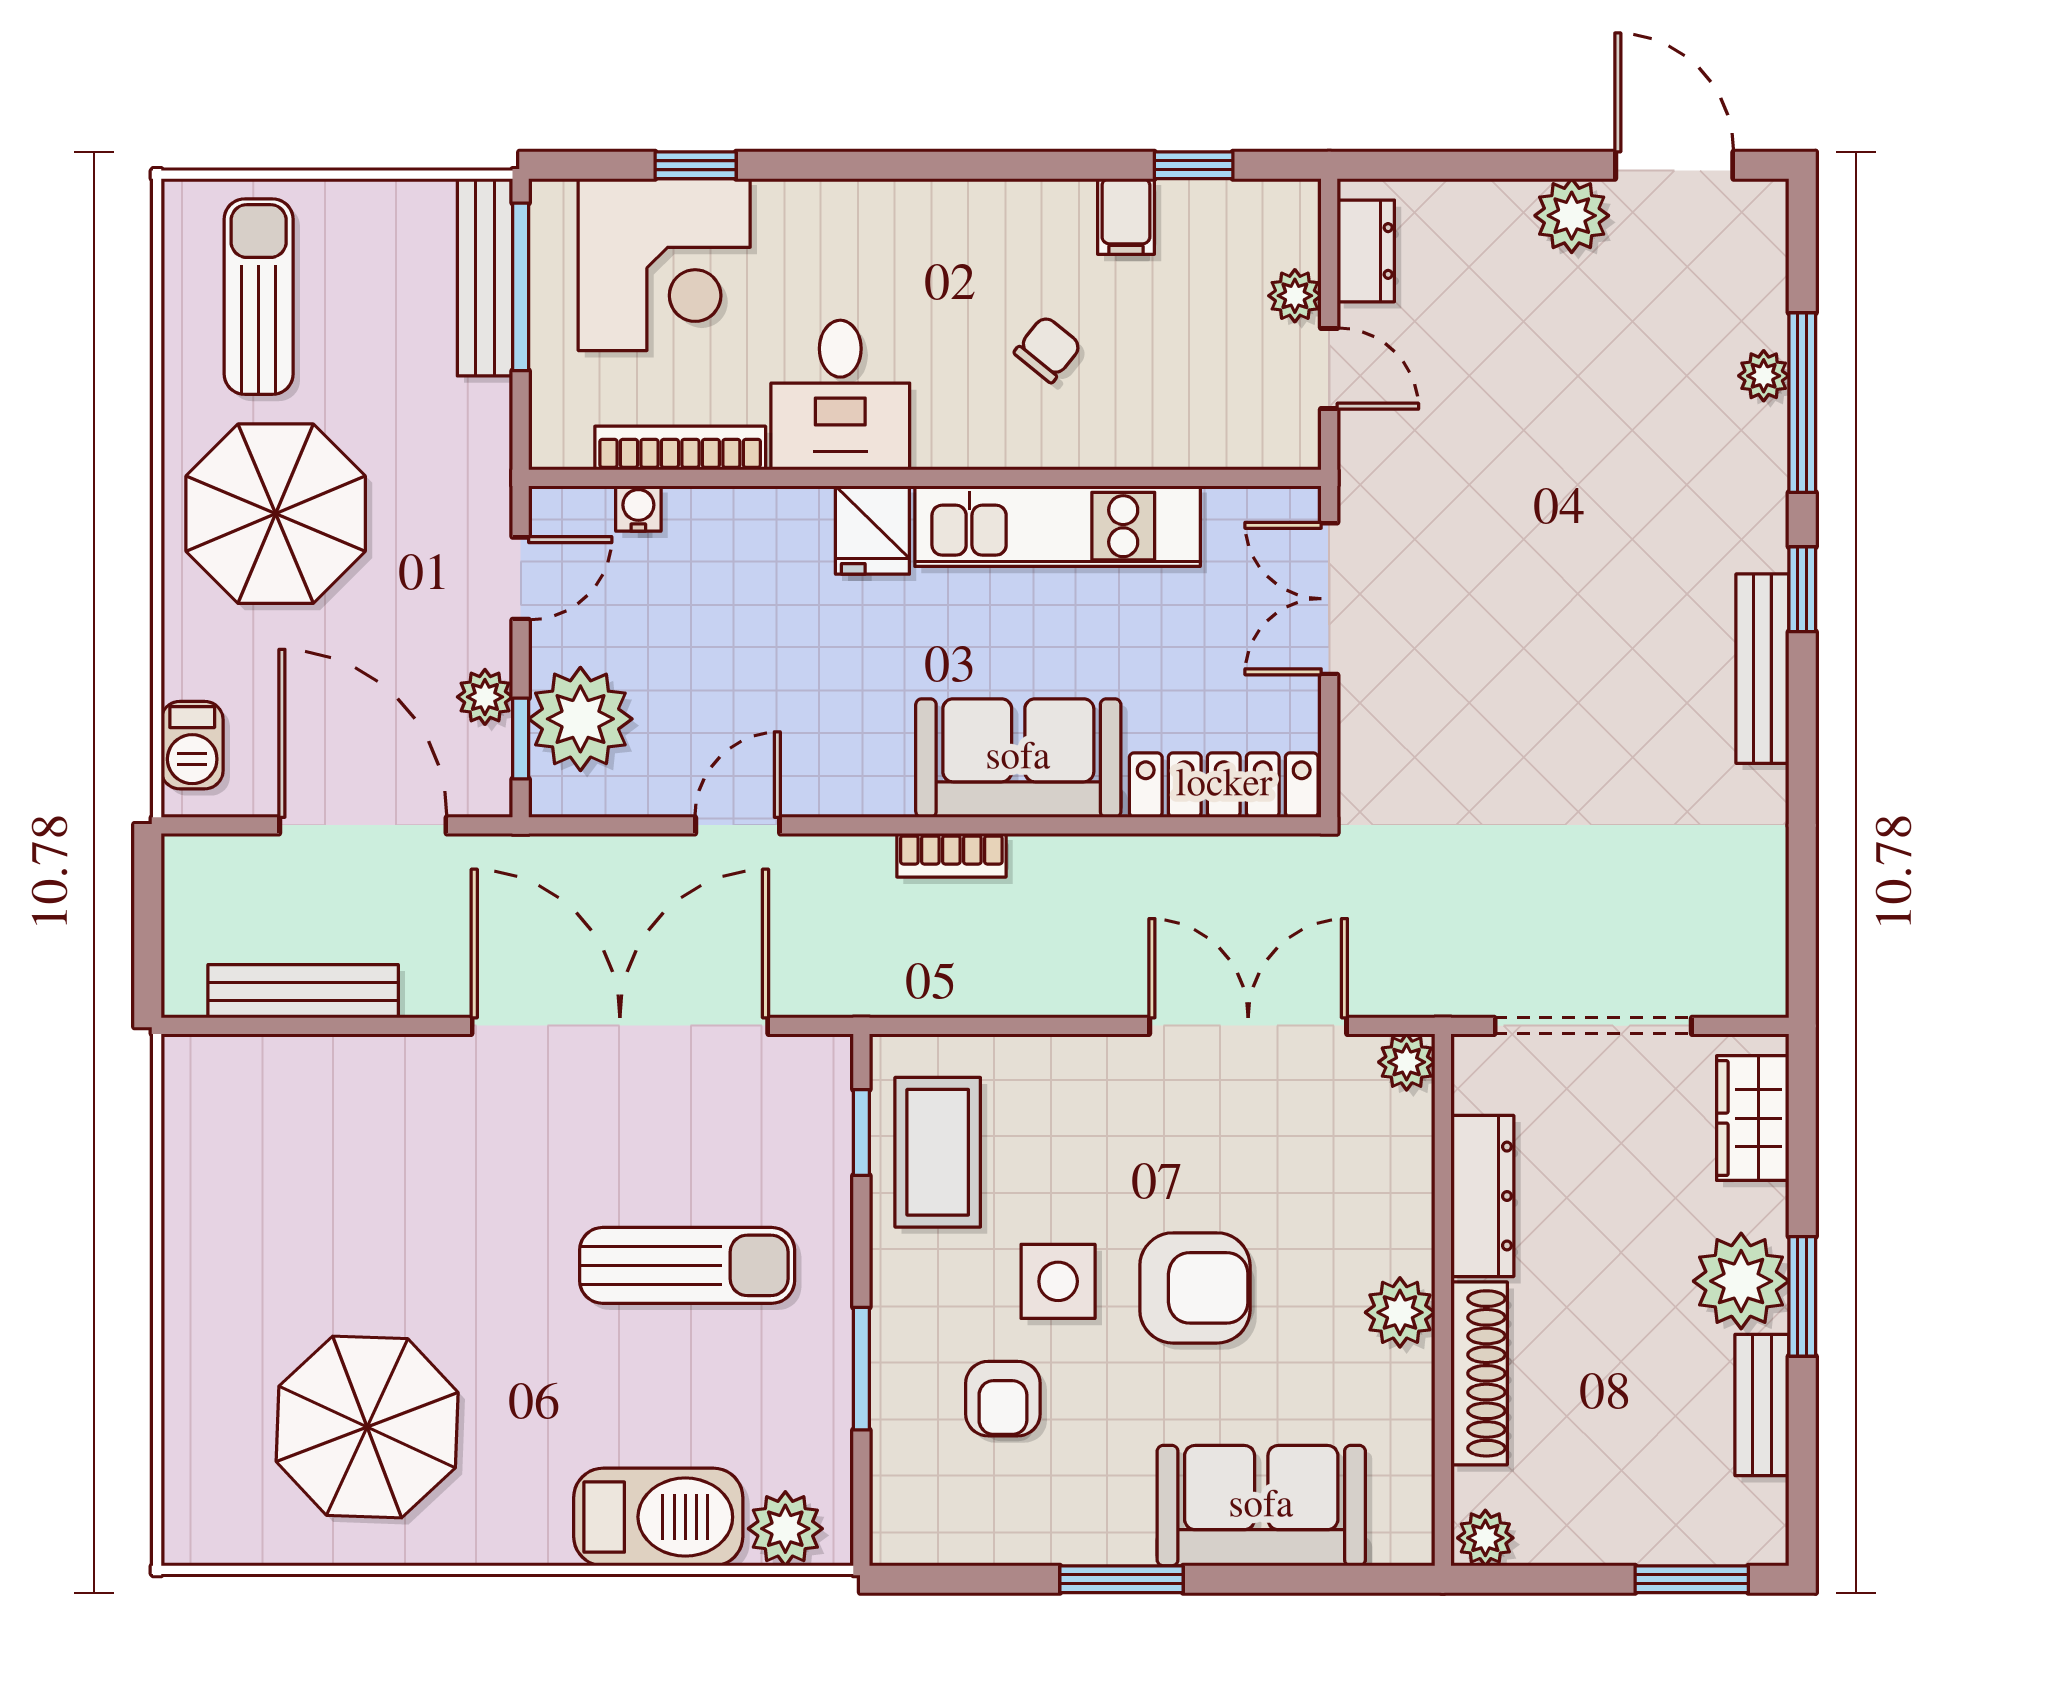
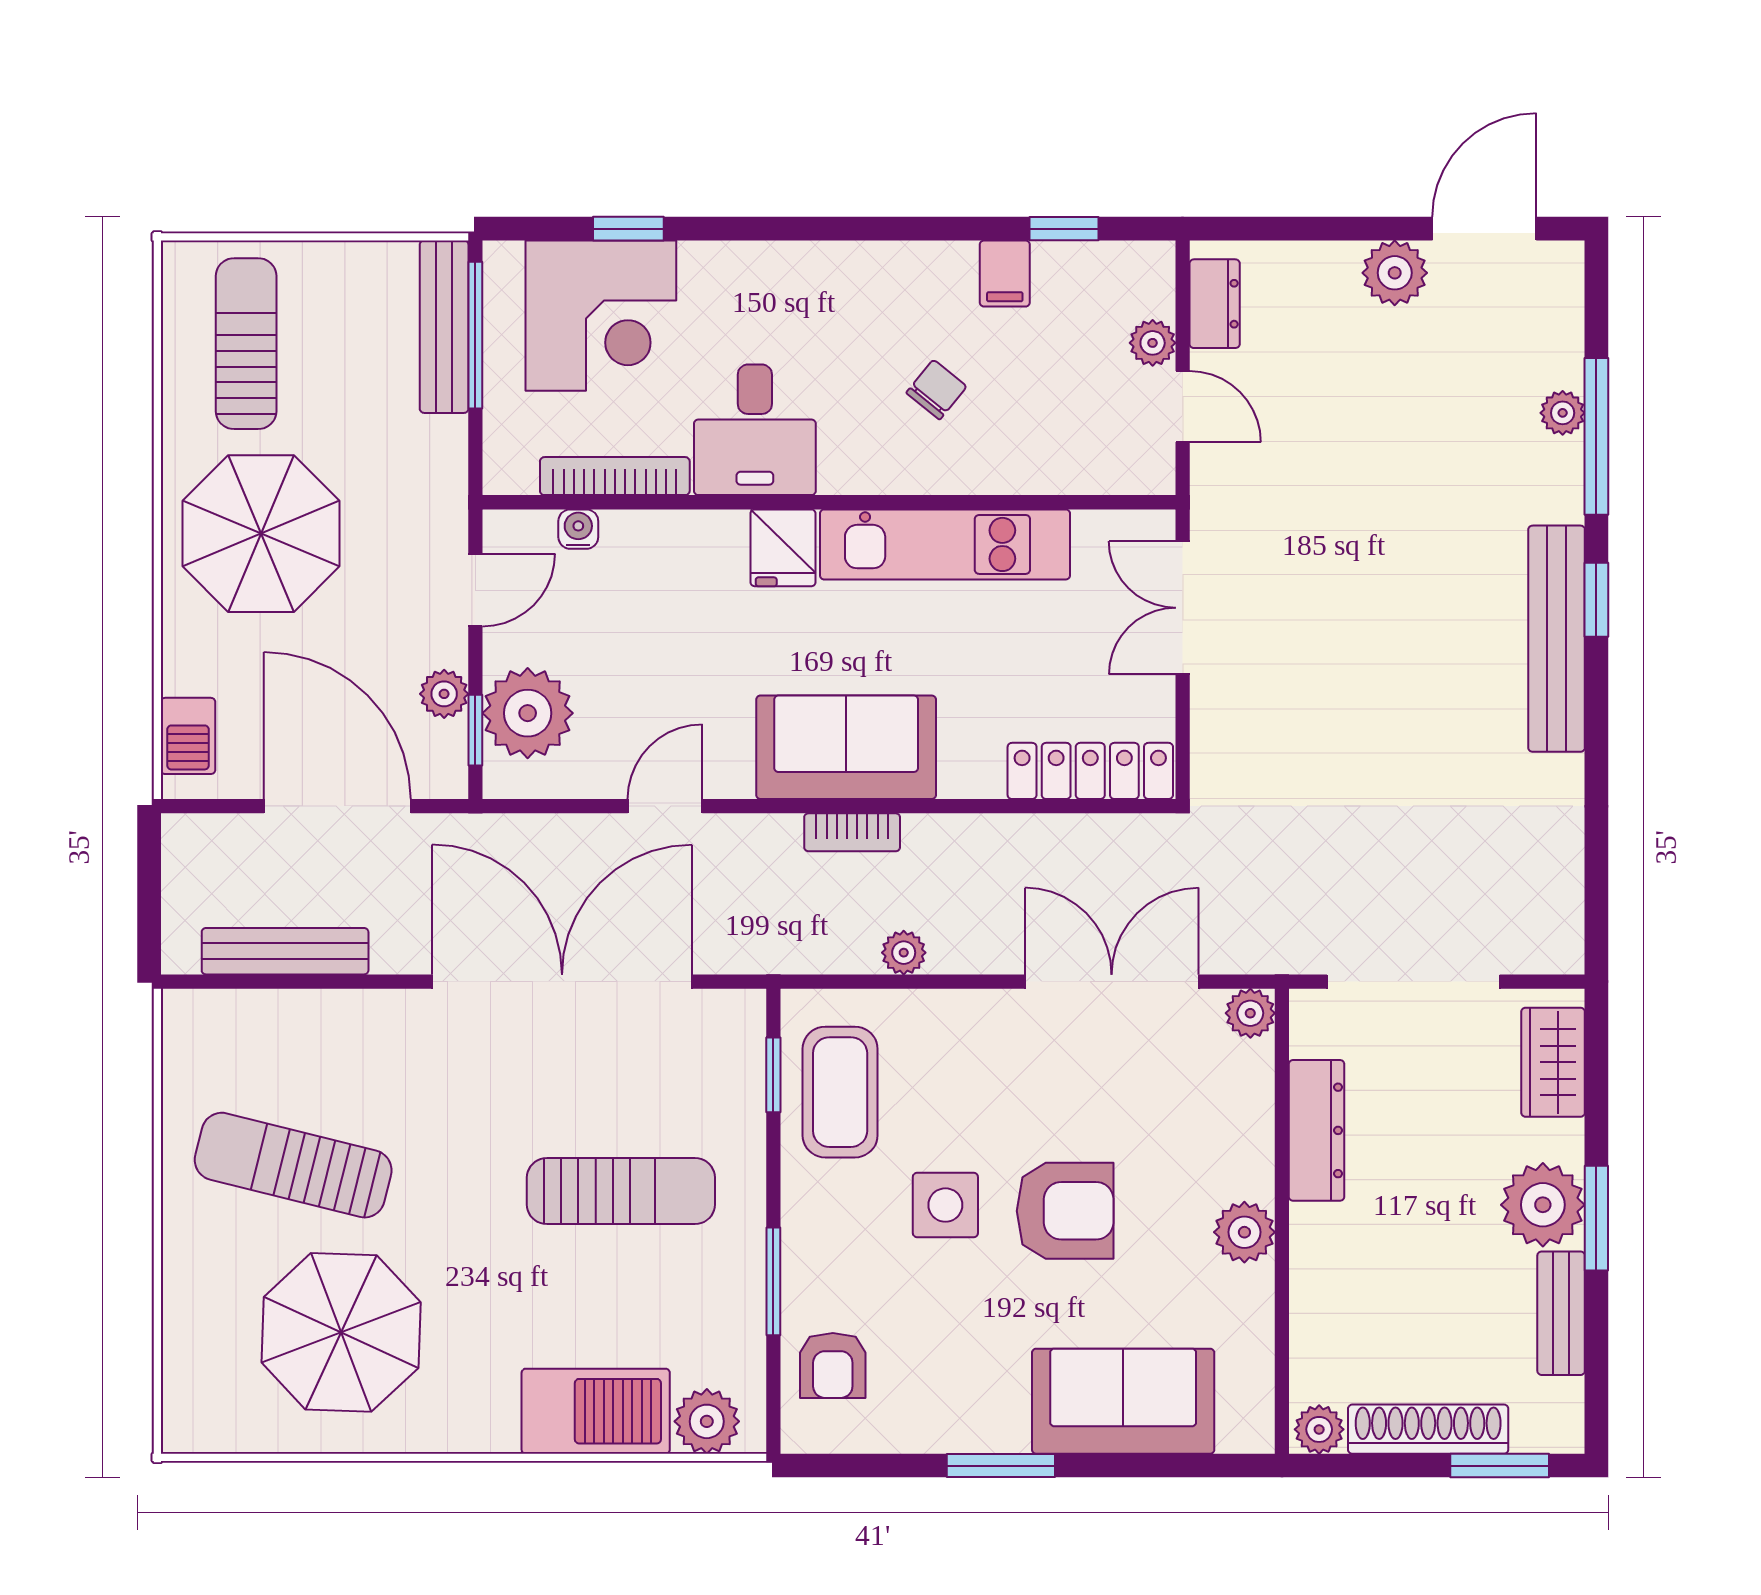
door: (1674, 165) -> (1484, 229), hinge flipped
bench: (1762, 669) -> (1557, 639), width x1.37, depth x1.21
sofa: (1018, 758) -> (846, 747), moved
plant: (1010, 993) -> (904, 953), added
sun lounger: (312, 1236) -> (293, 1165), added
shoe rack: (1479, 1373) -> (1428, 1429), moved, turned -90
armchair: (1003, 1399) -> (833, 1365), moved

